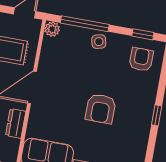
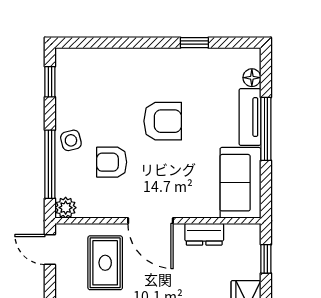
armchair: (141, 59) -> (112, 162), moved
window: (157, 115) -> (194, 43), moved

